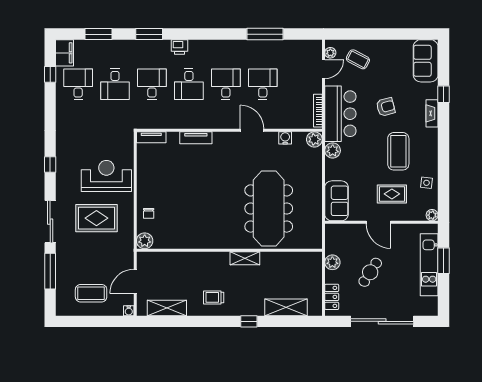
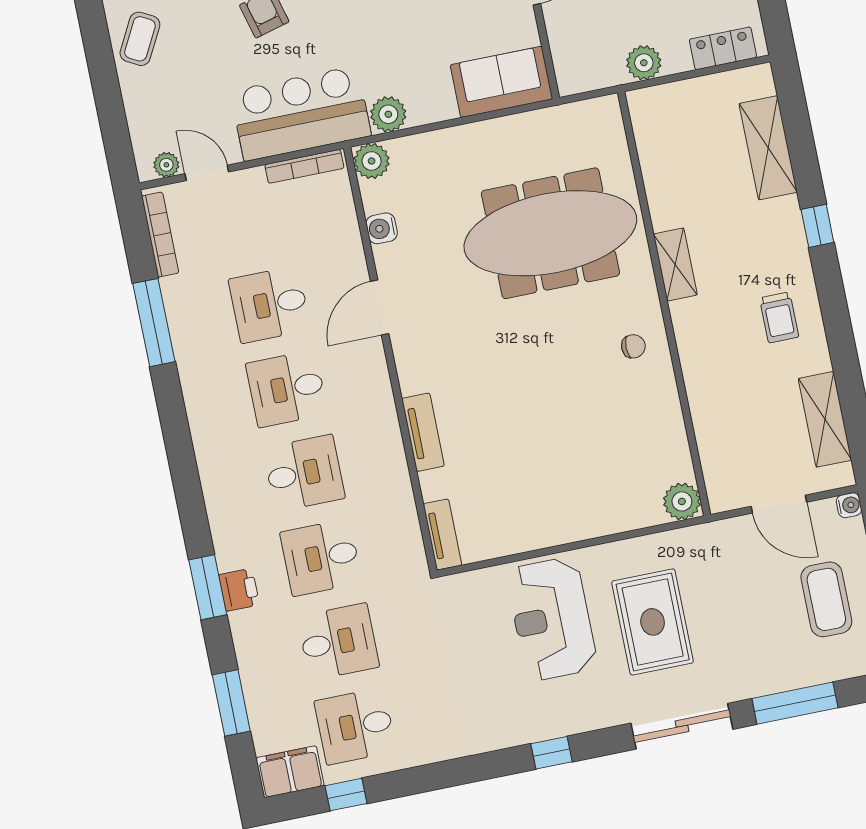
bookcase: (302, 44) -> (160, 235), added
printer: (179, 47) -> (239, 590), moved
coffee table: (358, 59) -> (140, 39), moved
chair: (149, 213) -> (633, 346), moved

